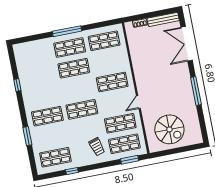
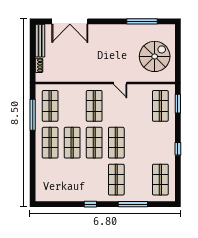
window: (67, 31) -> (33, 115), moved
window: (17, 85) -> (90, 204), moved
window: (196, 91) -> (142, 21), moved
shop shelf: (120, 123) -> (94, 143), moved
window: (27, 136) -> (133, 204), width x1.44
trolley: (97, 147) -> (158, 135), removed
window: (72, 171) -> (178, 149), moved

